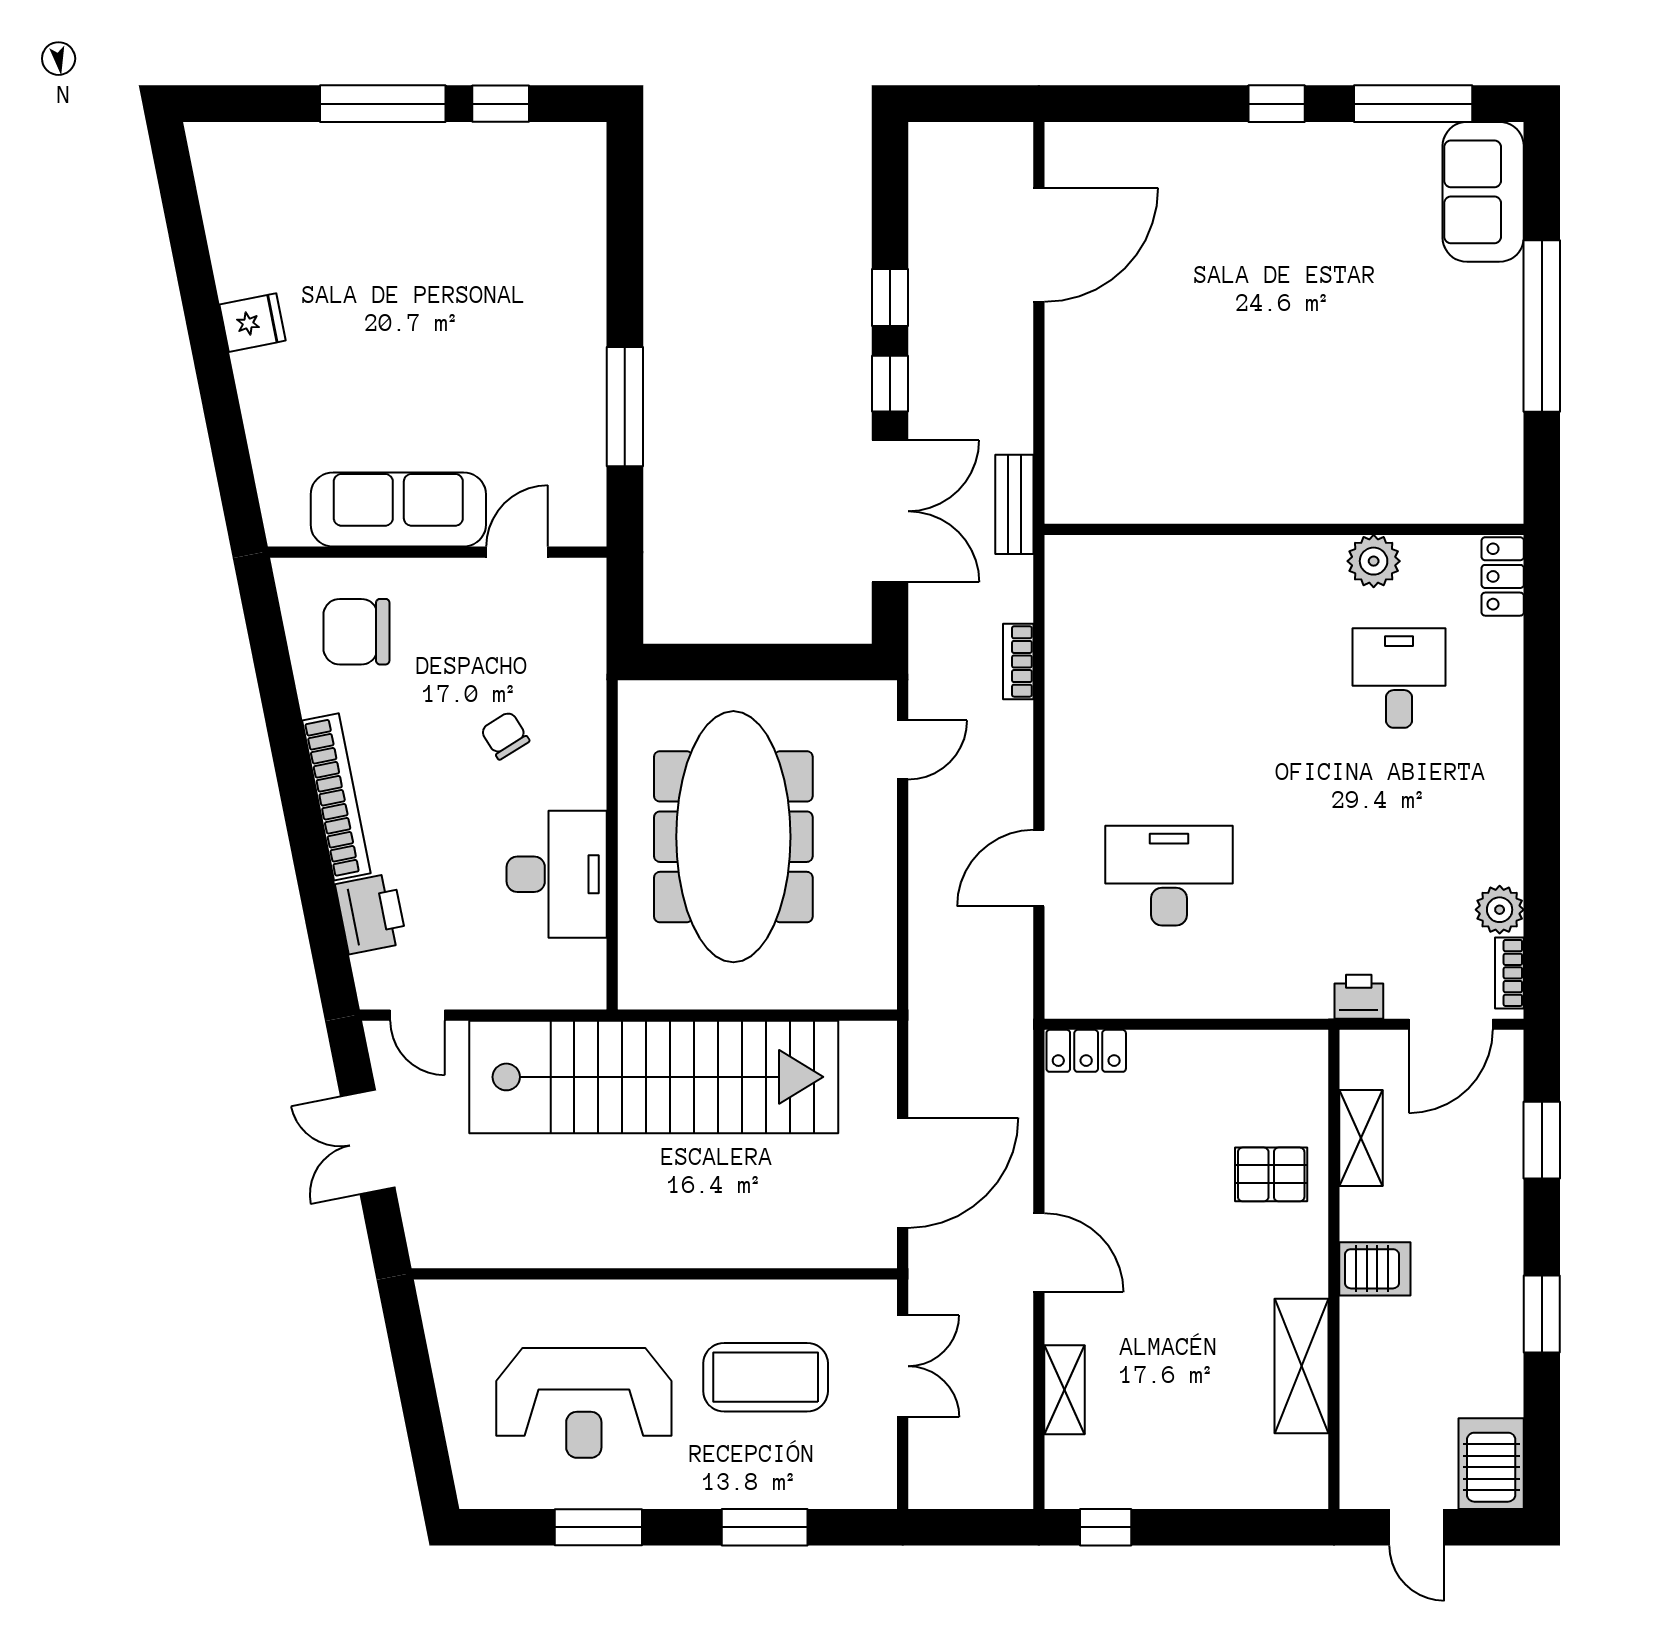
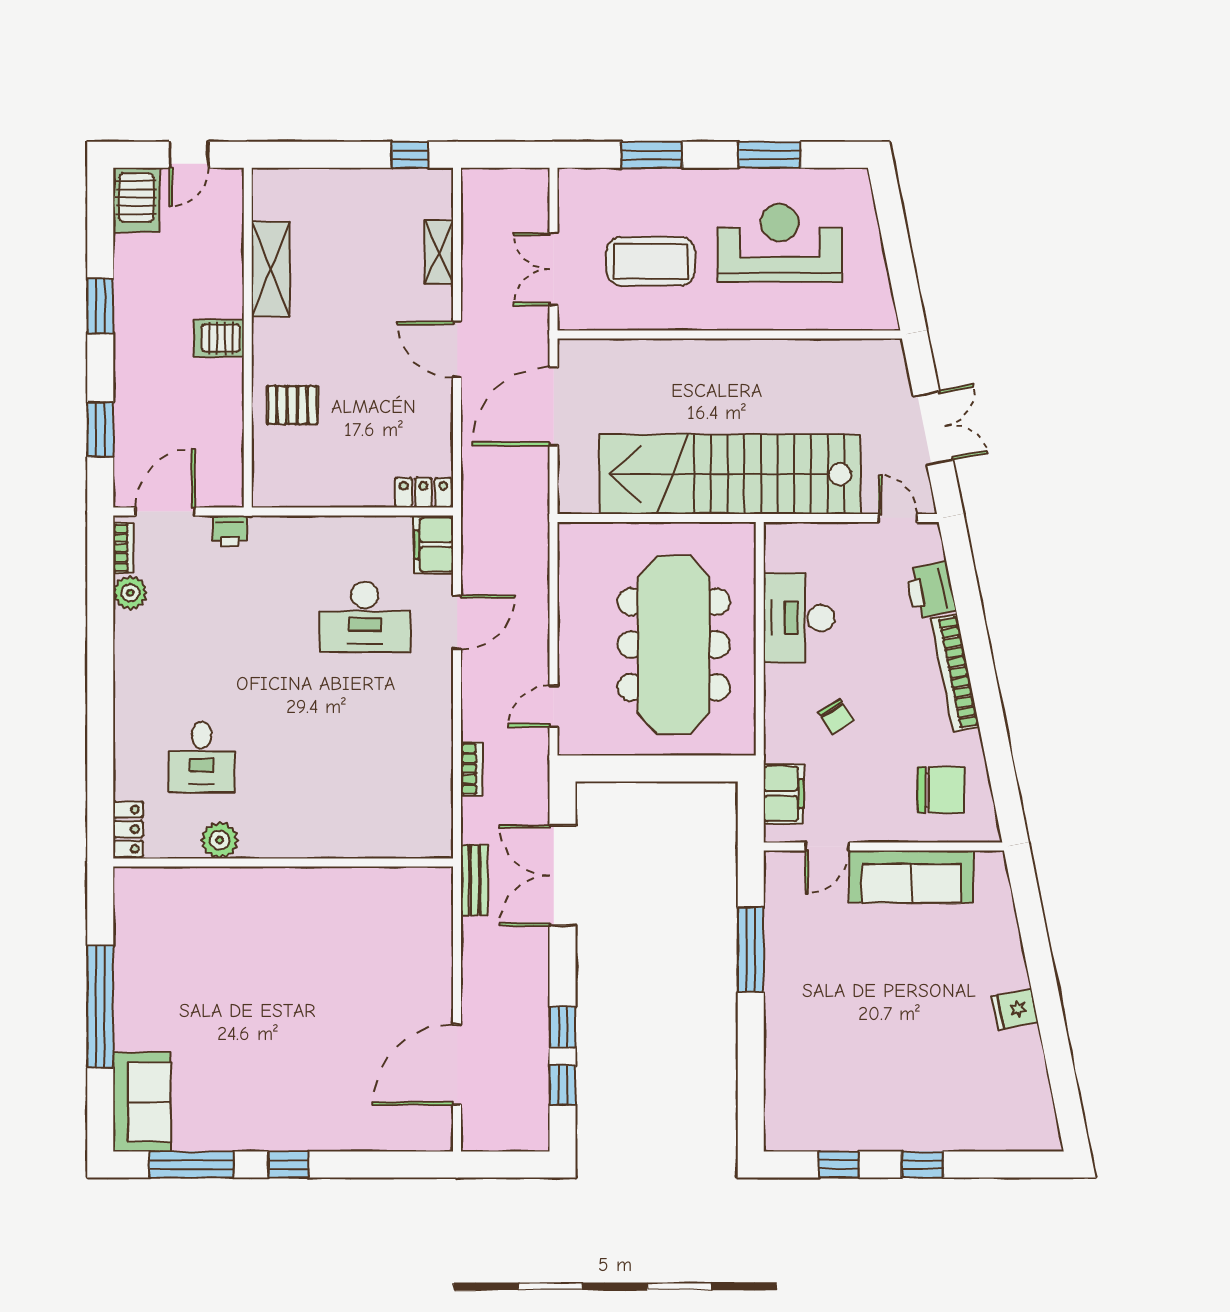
window: (383, 104) -> (922, 1165), width x0.46
window: (890, 384) -> (563, 1085), moved
filing cabinet: (579, 626) -> (783, 794), added
filing cabinet: (1072, 978) -> (434, 545), added
shelving: (1361, 1138) -> (228, 431), removed
door: (1417, 1527) -> (189, 155), swing flipped

